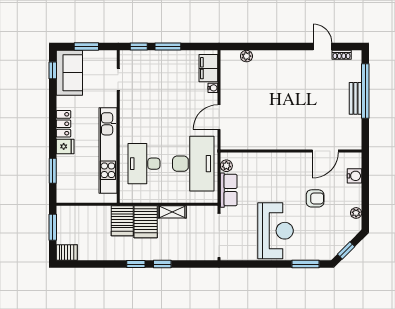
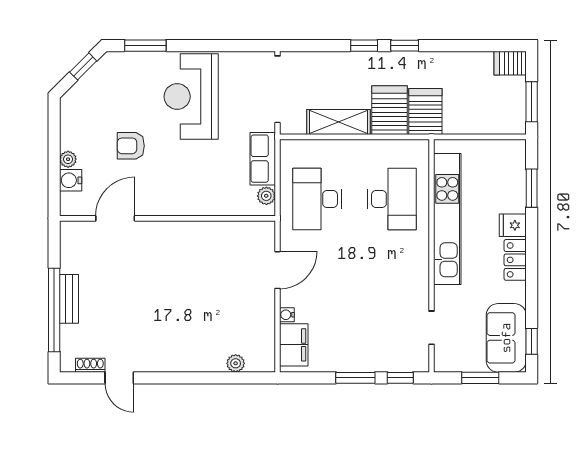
desk: (193, 164) -> (317, 199), width x0.73, depth x0.77
shelving: (172, 212) -> (338, 122), width x1.50, depth x1.33
plant: (356, 213) -> (68, 159), moved

